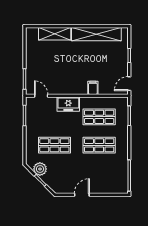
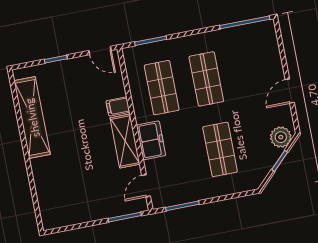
shelving: (55, 34) -> (125, 141), moved
plant: (40, 169) -> (281, 137), moved
door: (82, 195) -> (290, 91), hinge flipped

